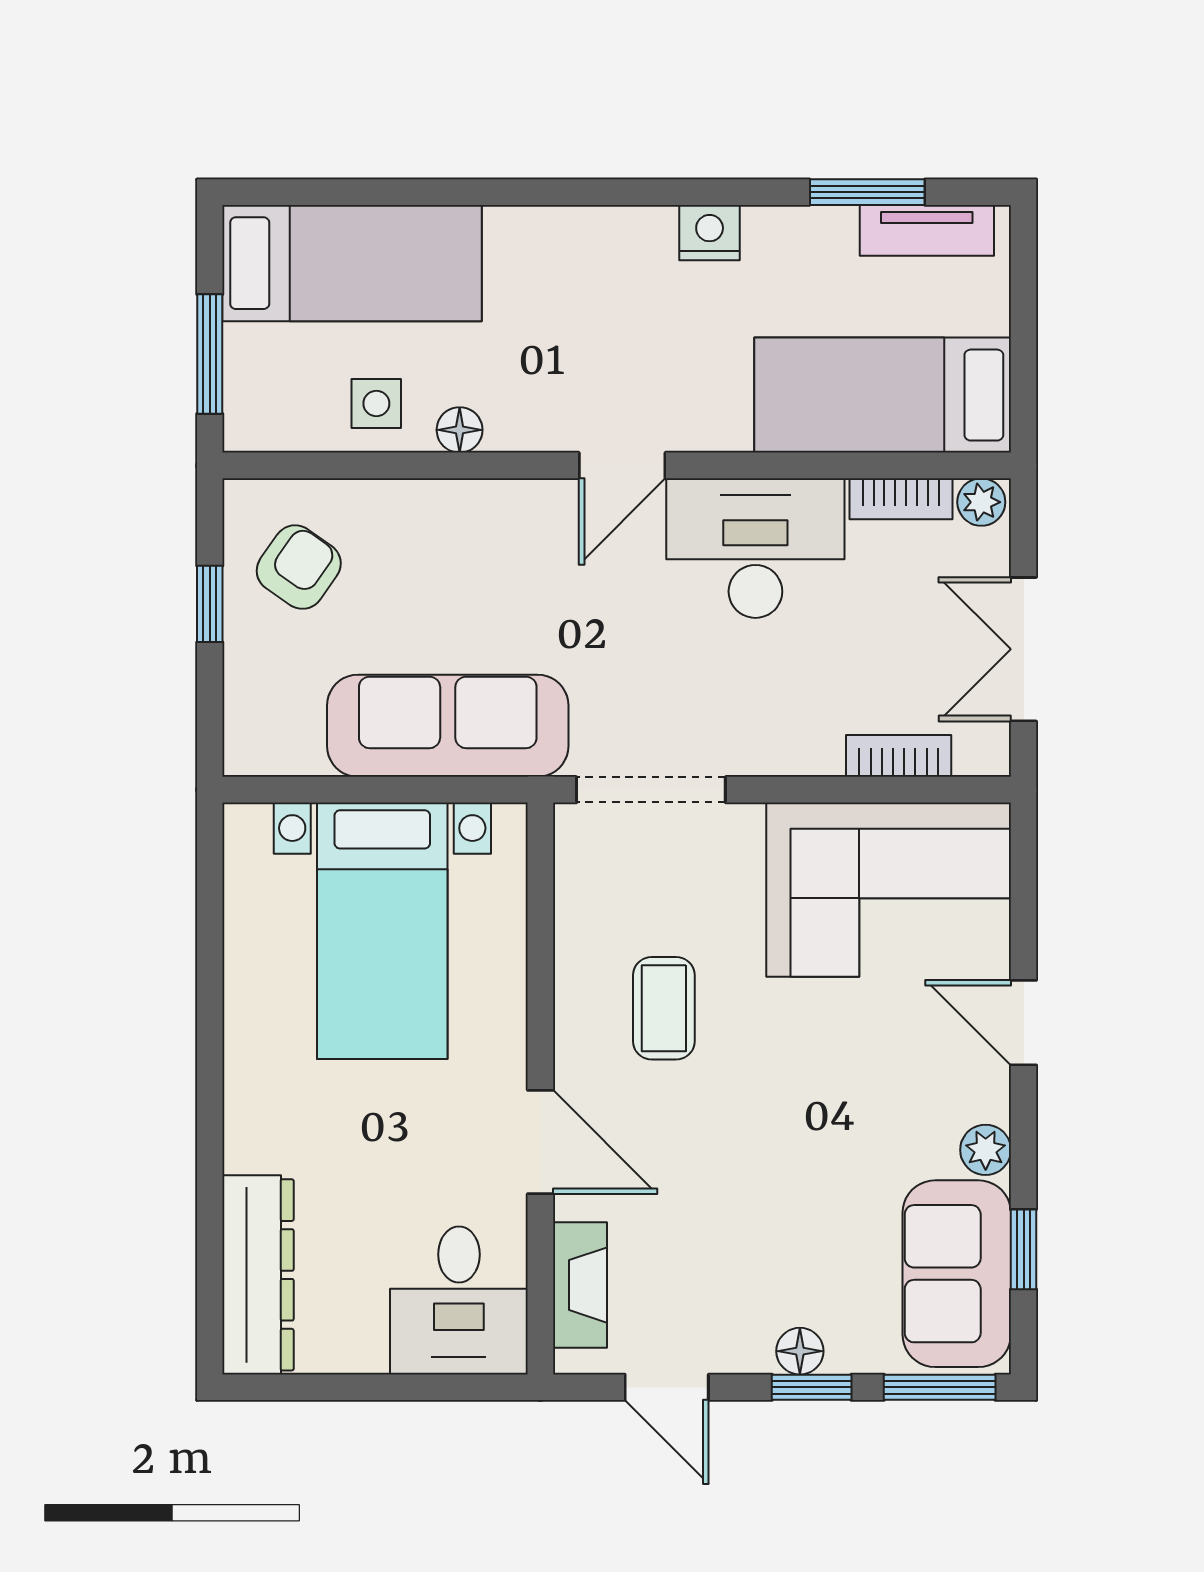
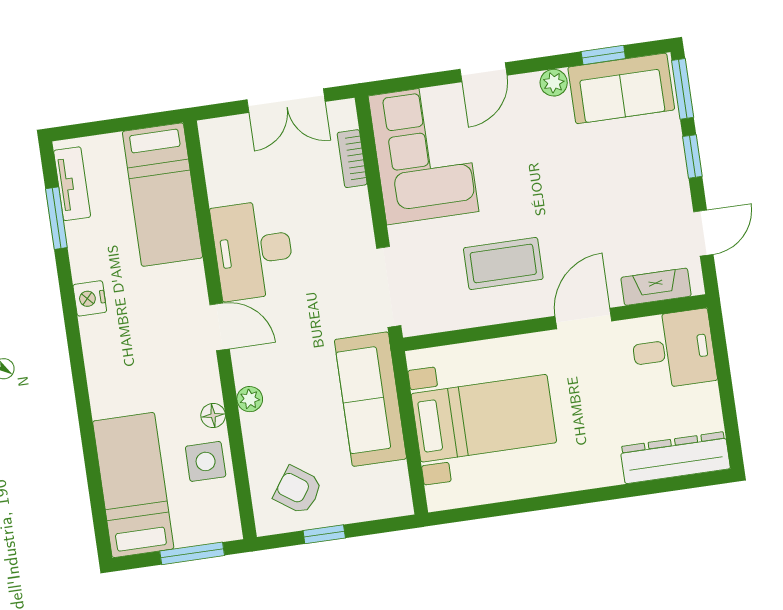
side table: (376, 404) -> (206, 461), width x1.37, depth x1.37
bookcase: (901, 499) -> (216, 177), removed
plant: (981, 502) -> (250, 399), moved
coffee table: (664, 1008) -> (503, 263), width x1.36, depth x1.30
floor lamp: (800, 1351) -> (674, 165), removed

